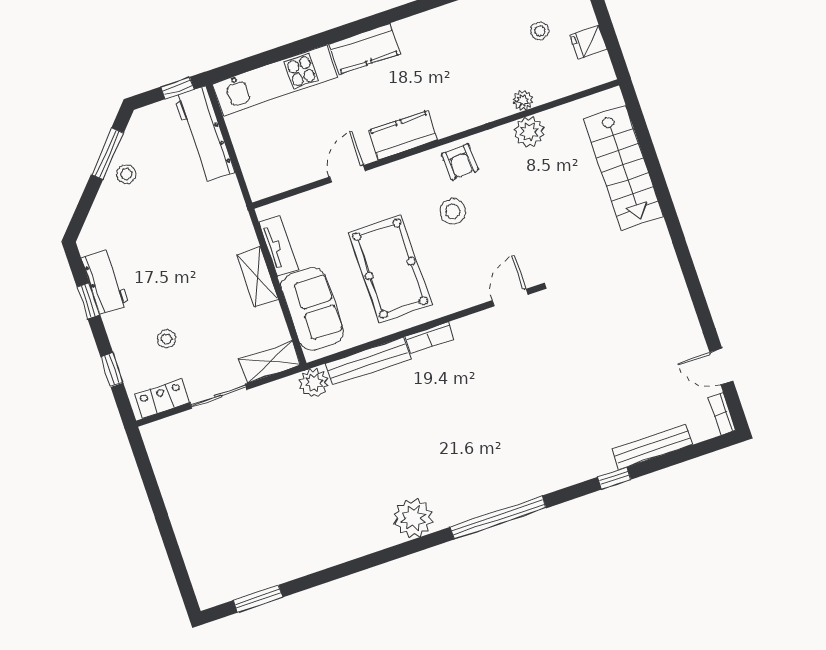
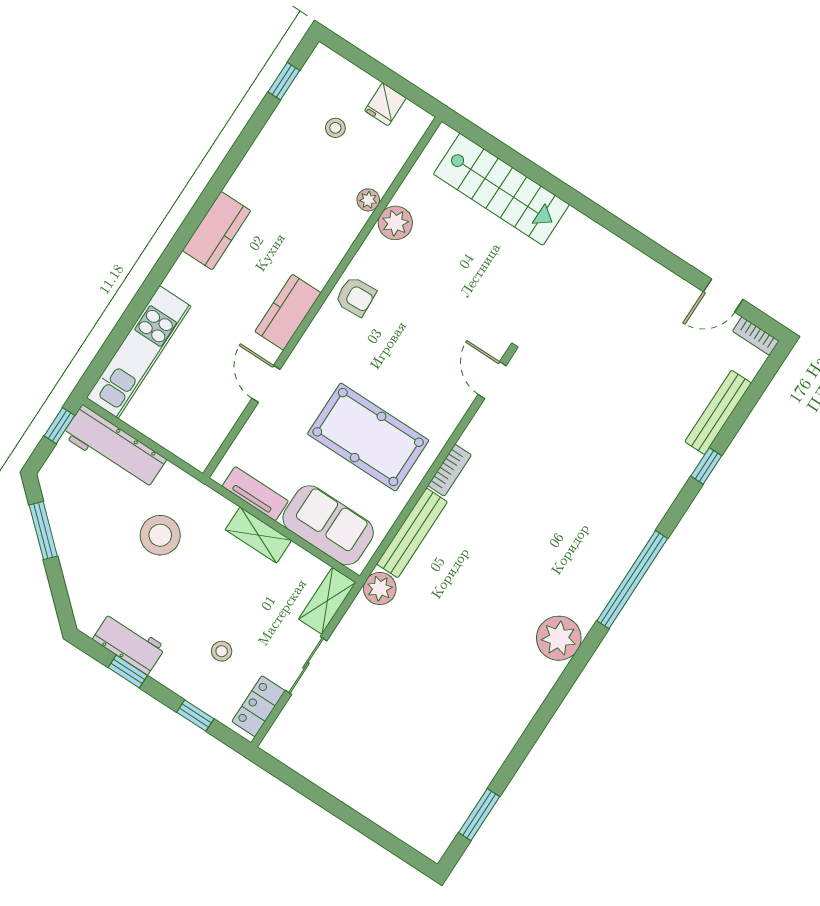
kitchen counter: (364, 49) -> (216, 231), moved
stool: (126, 174) -> (160, 535), moved, width x1.89, depth x1.89
stool: (453, 211) -> (383, 344), removed

